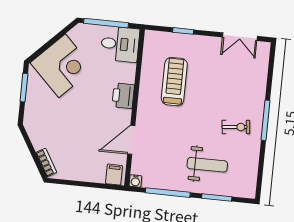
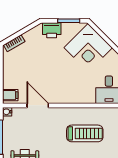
printer: (123, 96) -> (52, 30), moved, turned 180

